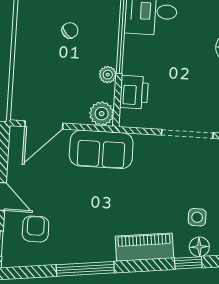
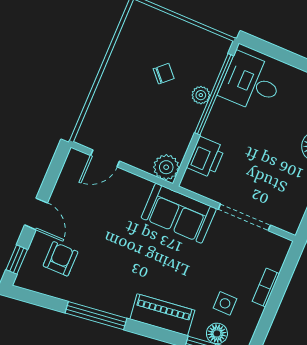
plant: (108, 75) -> (201, 95), moved
door: (44, 125) -> (105, 158), width x0.73
sofa: (101, 149) -> (179, 213), moved

